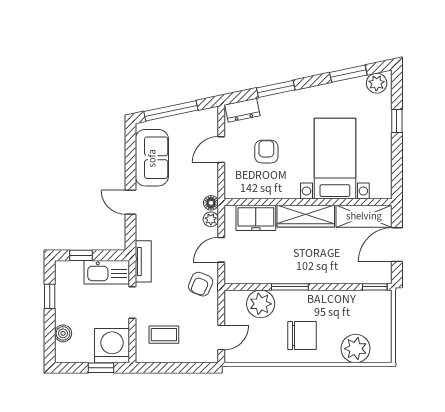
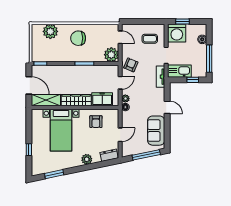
plant: (377, 83) -> (87, 159), moved
window: (276, 89) -> (92, 166), removed
armchair: (266, 152) -> (96, 122), moved
door: (397, 245) -> (29, 85), hinge flipped
window: (50, 296) -> (209, 59), width x2.17
plant: (261, 304) -> (111, 55), moved
door: (221, 338) -> (120, 37), swing flipped

